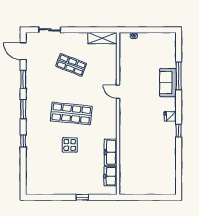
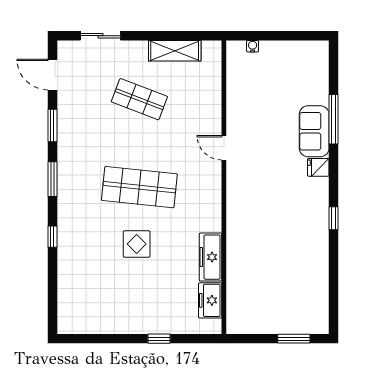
shelving: (102, 38) -> (175, 51), moved
fridge: (170, 116) -> (318, 167), moved
window: (157, 197) -> (294, 339), added

